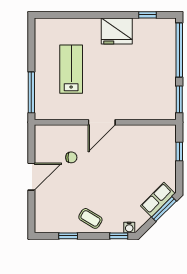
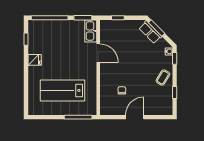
fridge: (117, 31) -> (35, 60), width x0.53, depth x0.75
lab bench: (71, 69) -> (62, 90), width x1.36, depth x1.39
kitchen sink: (160, 111) -> (91, 31), added
door: (102, 122) -> (98, 53), moved
door: (31, 177) -> (135, 117), hinge flipped

